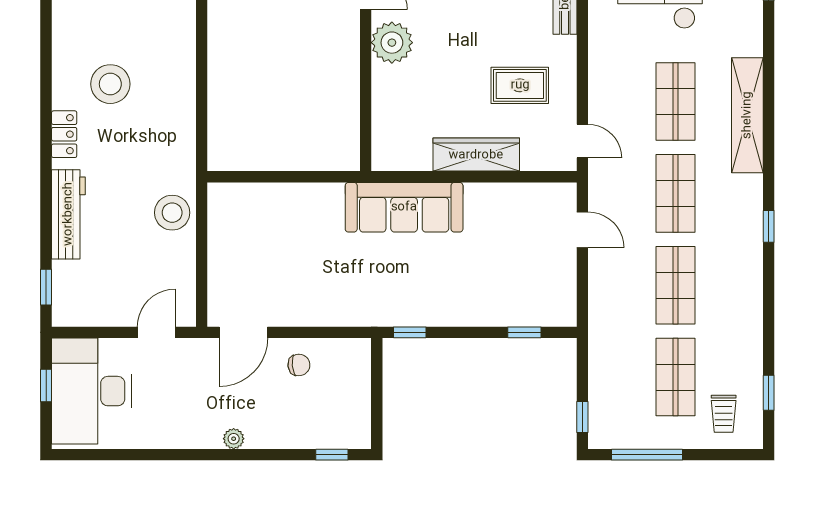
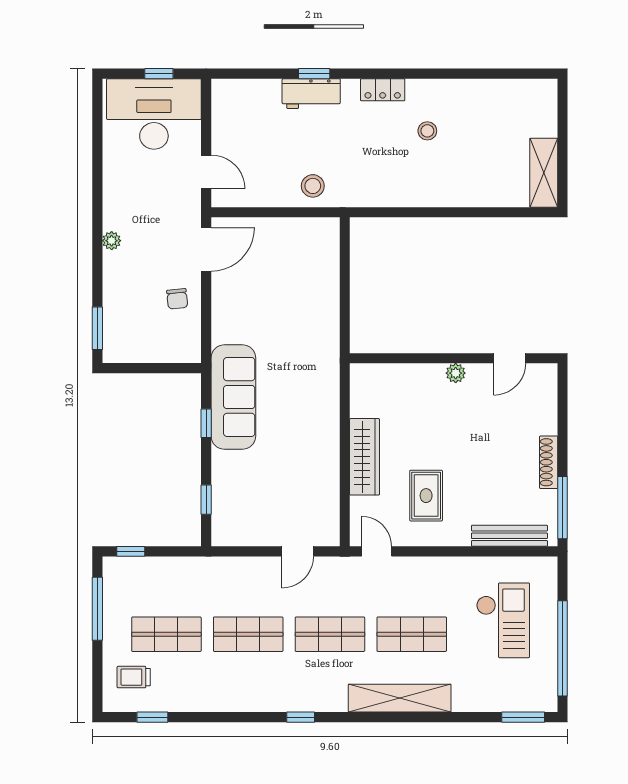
plant: (392, 43) -> (456, 373), width x0.53, depth x0.53
stool: (110, 84) -> (427, 131), width x0.53, depth x0.53
door: (582, 141) -> (377, 551), swing flipped
sofa: (404, 207) -> (233, 397), moved, turned 180
stool: (172, 213) -> (313, 186), width x0.73, depth x0.73
workbench: (68, 214) -> (311, 94), width x0.73
window: (46, 287) -> (314, 74), moved
door: (243, 332) -> (206, 249), swing flipped
window: (410, 332) -> (206, 423), moved
window: (332, 455) -> (97, 328), width x1.50

